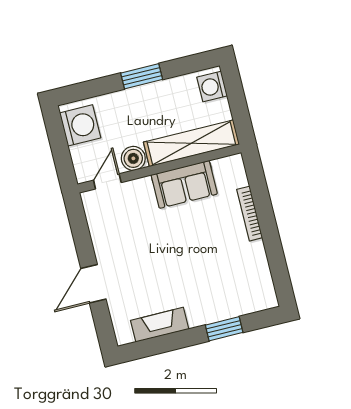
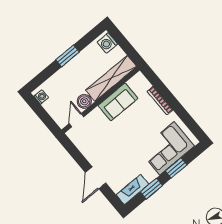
washing machine: (80, 125) -> (41, 97), width x0.53, depth x0.53
corner sofa: (225, 292) -> (167, 148), added
fireplace: (160, 325) -> (133, 190), moved
window: (171, 342) -> (151, 189), added

